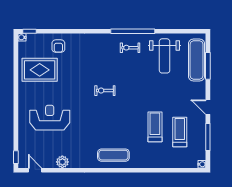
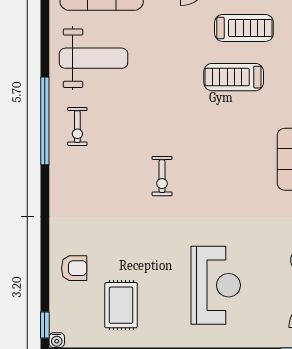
rug: (40, 70) -> (121, 305), width x0.73, depth x0.70
reception desk: (50, 118) -> (216, 285), turned 180
treadmill: (180, 132) -> (244, 28), turned 180

